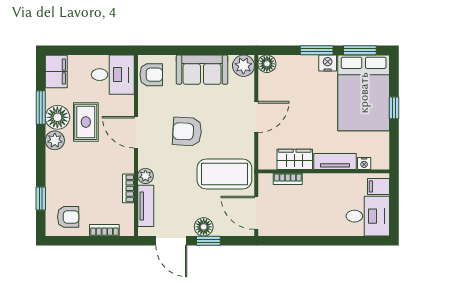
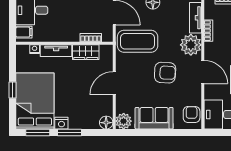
armchair: (151, 75) -> (192, 115), turned 90
plant: (145, 176) -> (191, 45), width x1.88, depth x1.88

